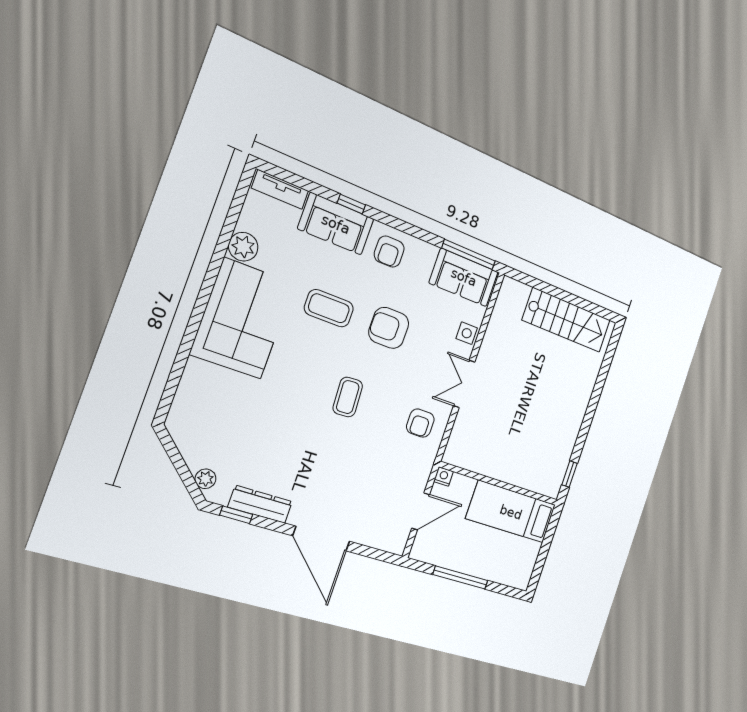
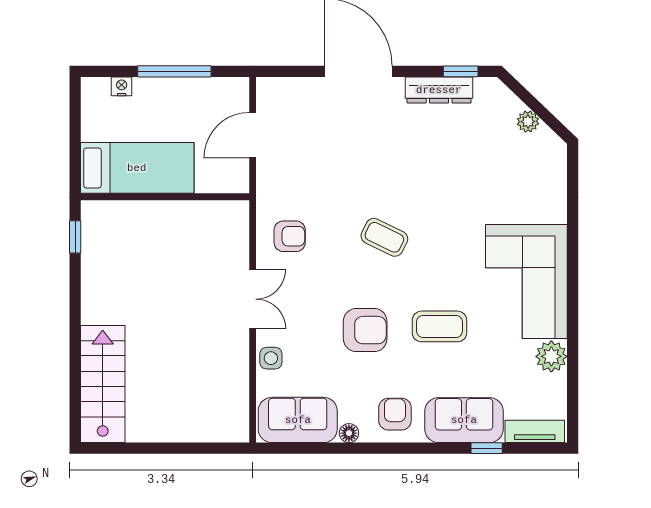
window: (351, 204) -> (487, 448), moved
floor lamp: (429, 251) -> (349, 433), added
window: (469, 255) -> (301, 448), removed
stairs: (567, 320) -> (103, 384), moved, turned 90
coffee table: (348, 397) -> (384, 237), turned -61
armchair: (420, 423) -> (290, 236), turned 90
nightstand: (443, 476) -> (122, 86), moved, turned 180
plant: (205, 479) -> (528, 122), moved

